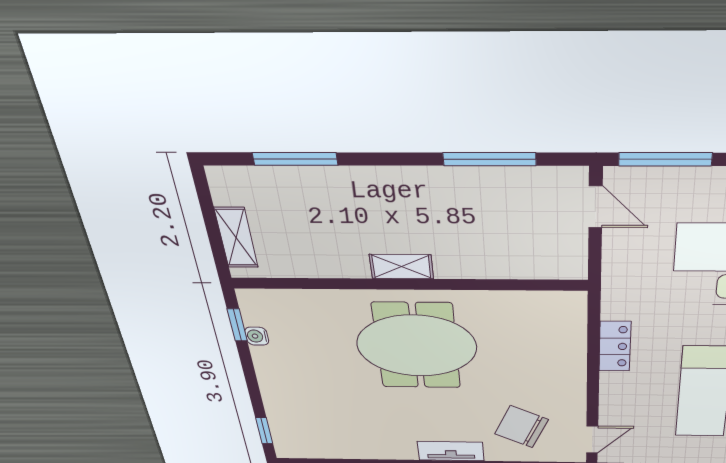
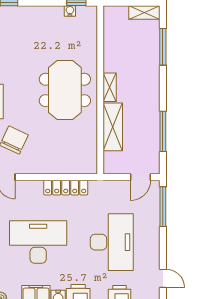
shelving: (236, 238) -> (144, 12), moved
shelving: (486, 261) -> (113, 127), added
locker: (615, 346) -> (66, 188), width x1.53

